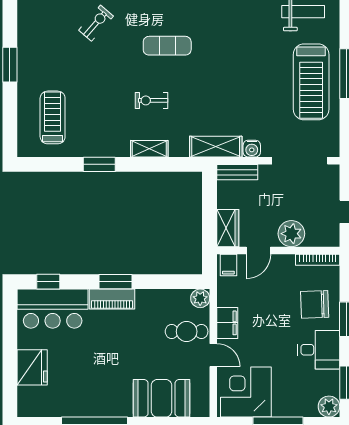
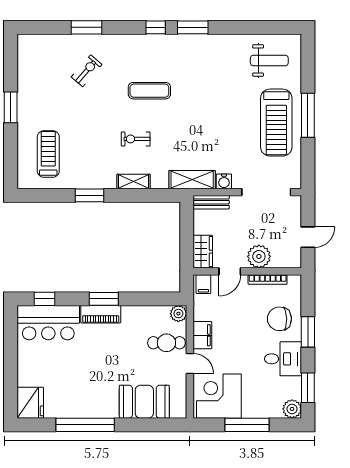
bookcase: (318, 260) -> (268, 280), moved
fridge: (32, 367) -> (30, 403), moved

